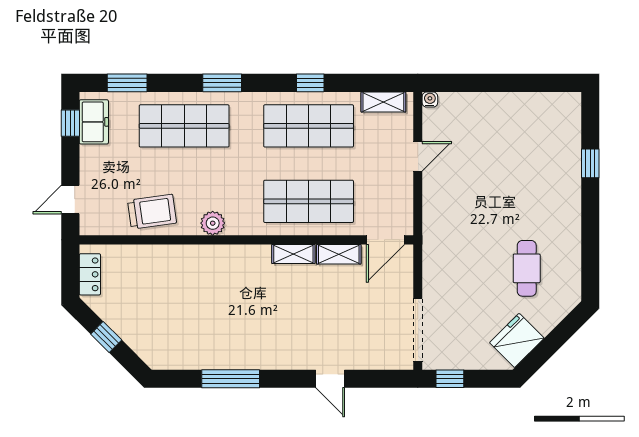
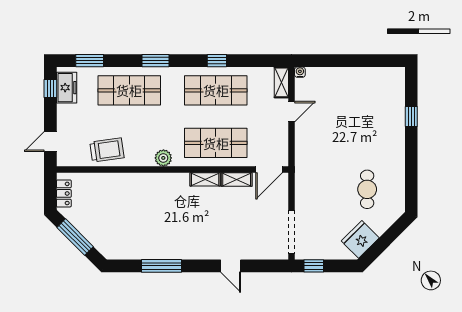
shelving: (383, 102) -> (281, 82), moved, turned 90
plant: (213, 223) -> (163, 158), moved
window: (106, 337) -> (75, 237), width x2.17

